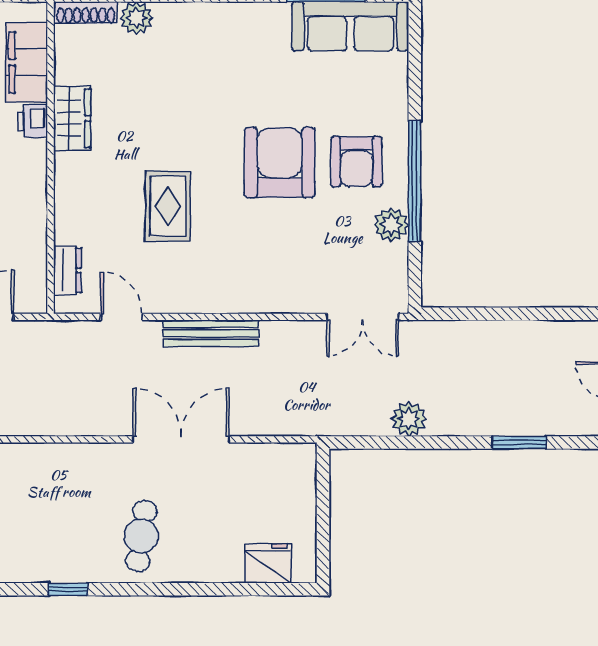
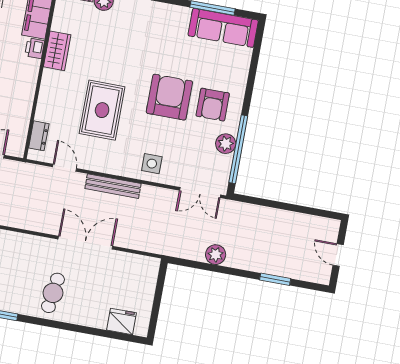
window: (415, 181) -> (238, 149), moved
rug: (168, 206) -> (102, 110), width x1.36, depth x1.43
side table: (270, 282) -> (152, 164), added

